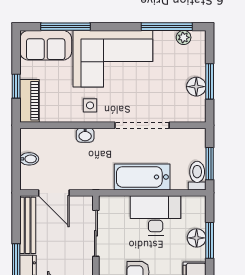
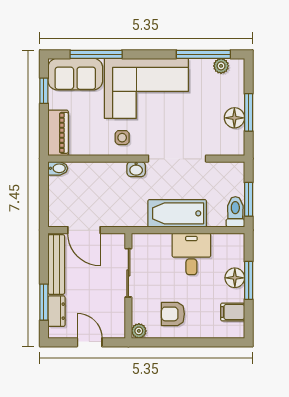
window: (16, 86) -> (44, 91), moved
washbasin: (85, 135) -> (136, 169), moved
bidet: (29, 159) -> (58, 168), moved
desk: (156, 215) -> (191, 254), width x0.73

